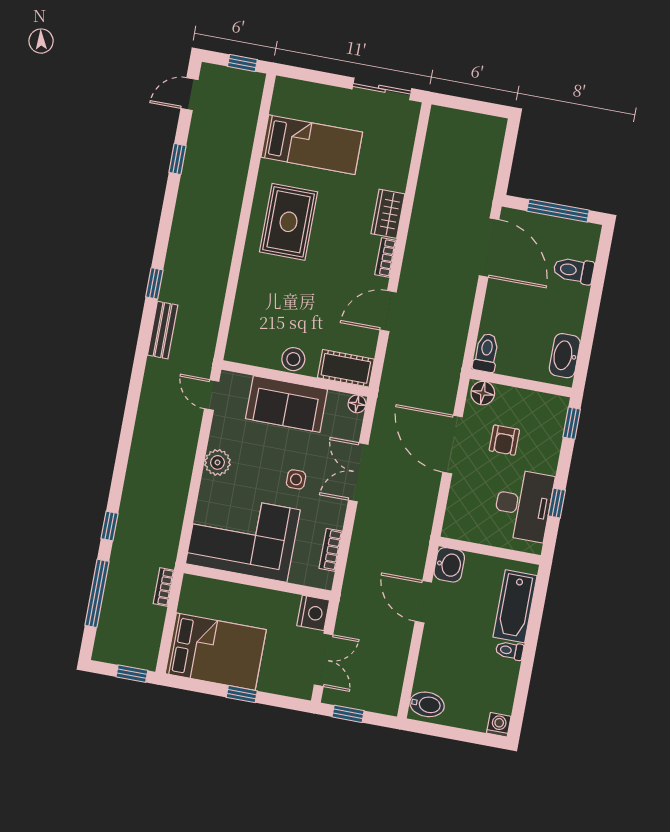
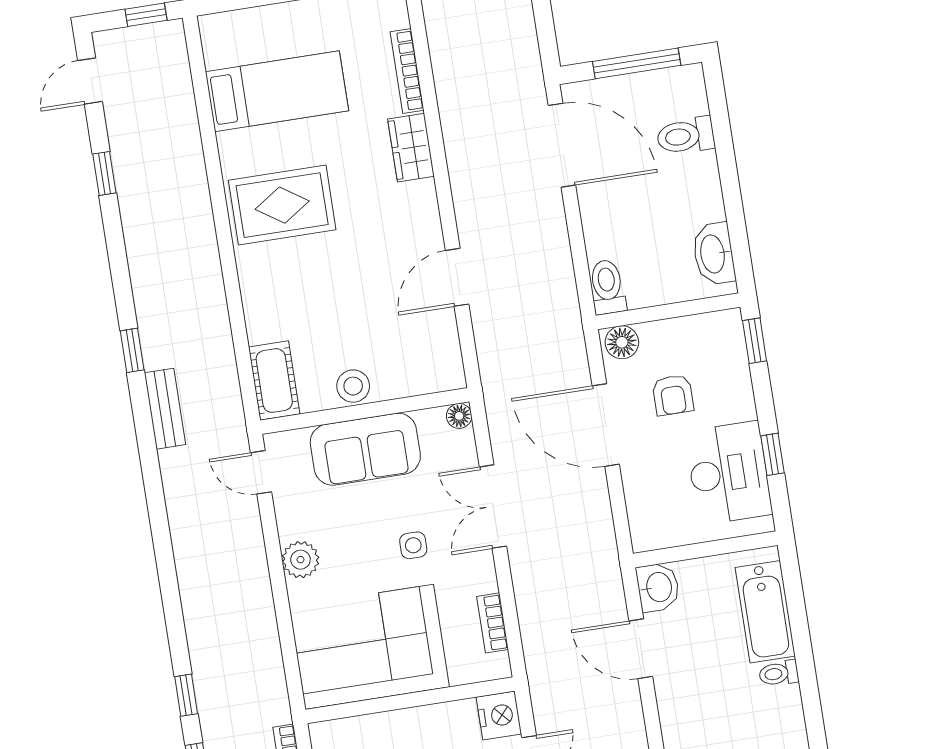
rug: (289, 222) -> (282, 205), turned 90
bookcase: (386, 257) -> (407, 71), moved, width x1.56
cot: (346, 368) -> (274, 381), moved, turned 90

